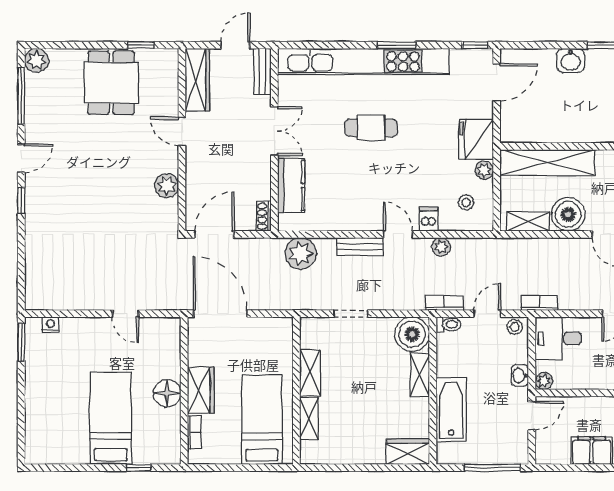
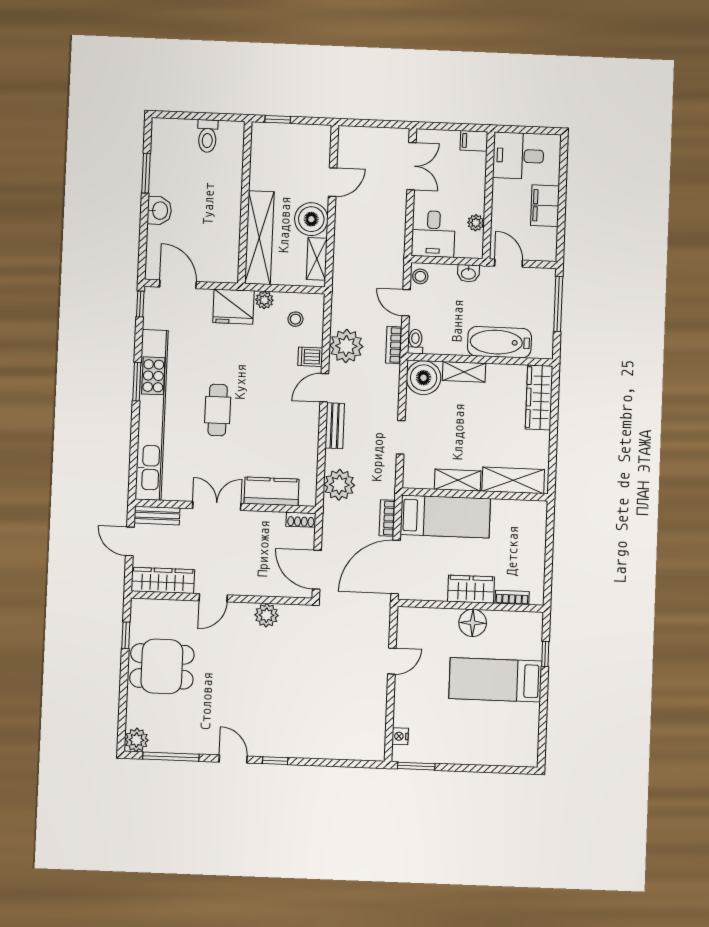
plant: (441, 247) -> (346, 346), width x1.87, depth x1.87
bookcase: (539, 303) -> (387, 518), moved
plant: (544, 381) -> (476, 223), moved
shelving: (309, 418) -> (513, 480), width x1.50, depth x1.33
bed: (262, 420) -> (445, 517), moved, turned 180
wardrobe: (408, 452) -> (539, 397), width x1.50

